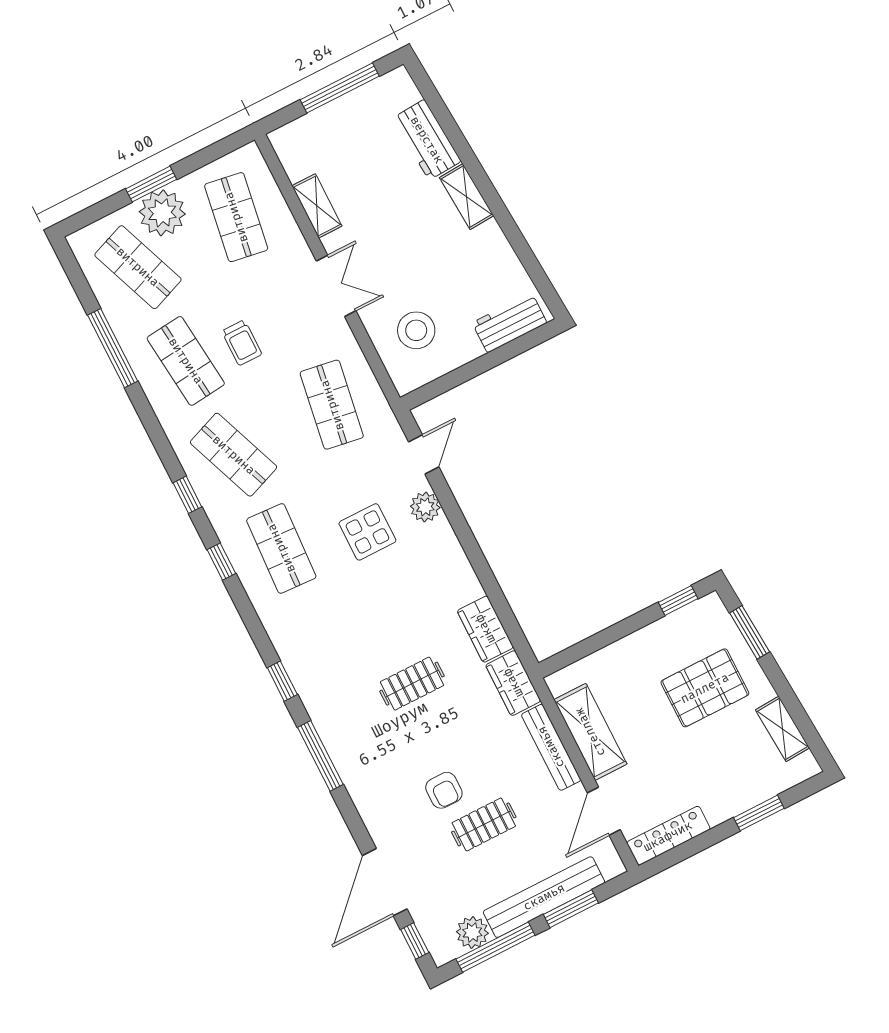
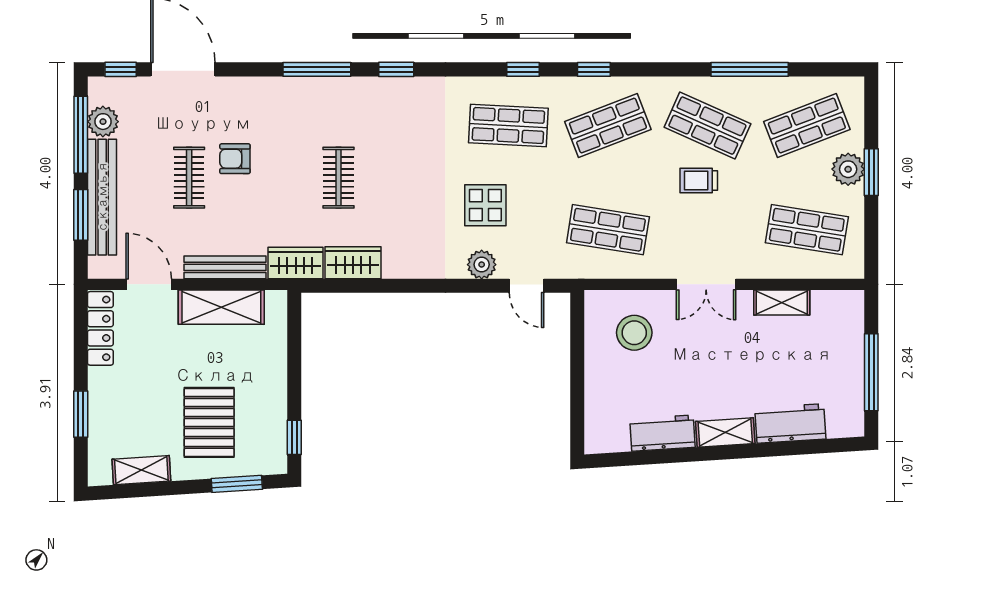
plant: (162, 213) -> (848, 169), width x0.73, depth x0.73
workbench: (510, 323) -> (662, 433), moved, turned -94
shop shelf: (186, 361) -> (707, 126), turned 30

